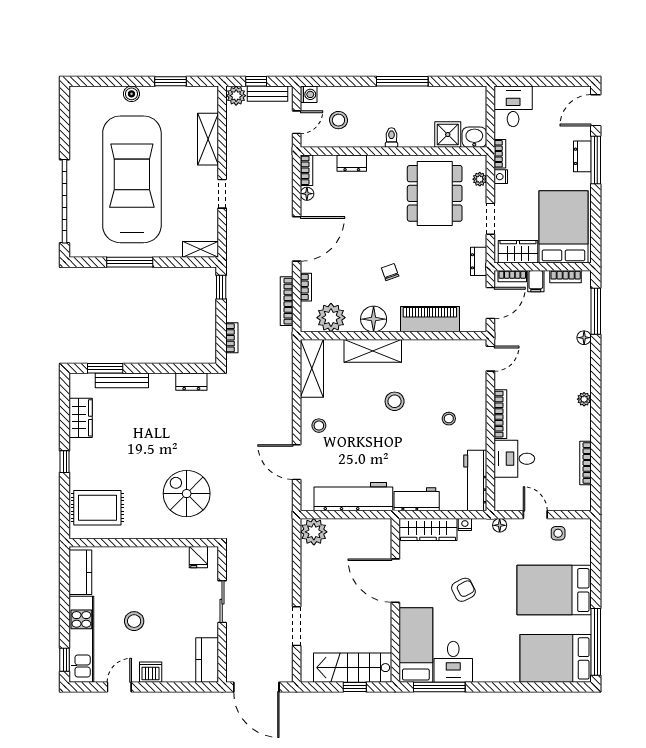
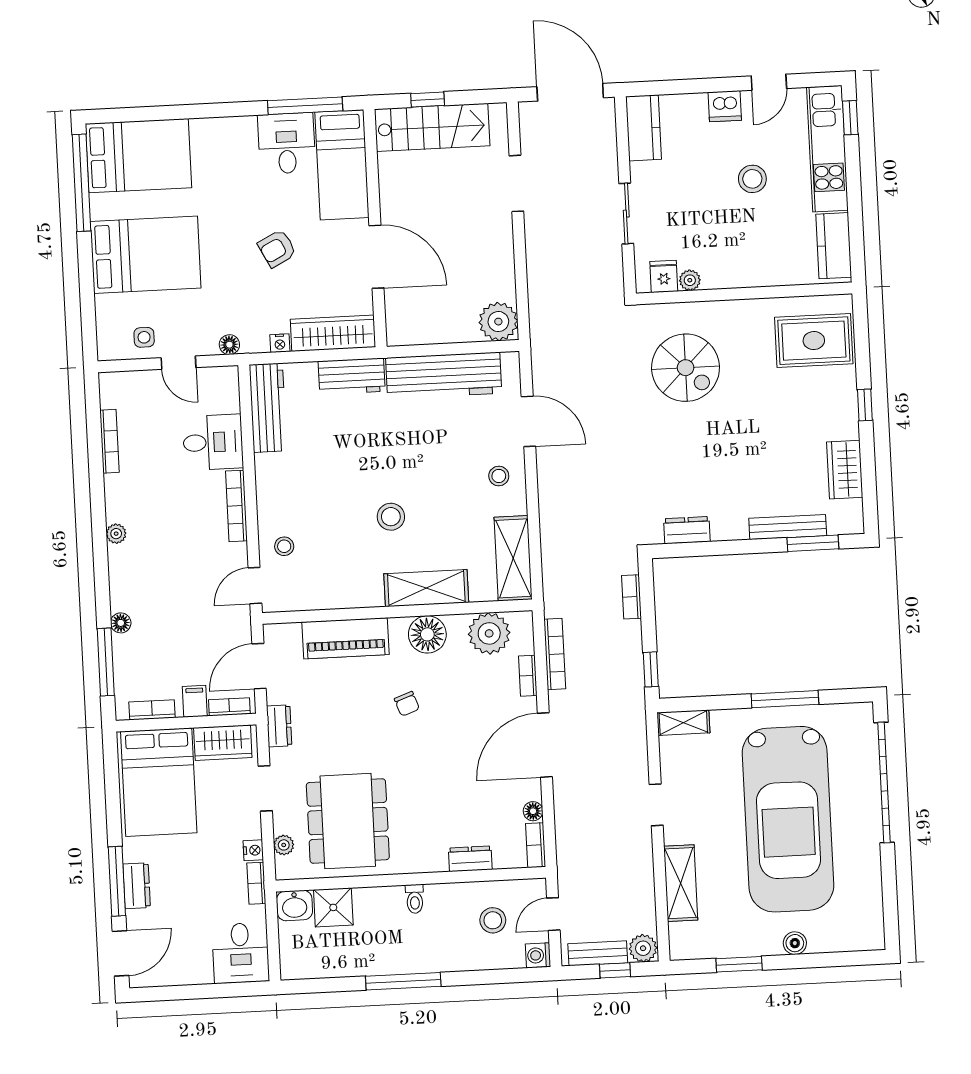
stool: (449, 419) -> (284, 546), moved
plant: (181, 554) -> (690, 280), added

